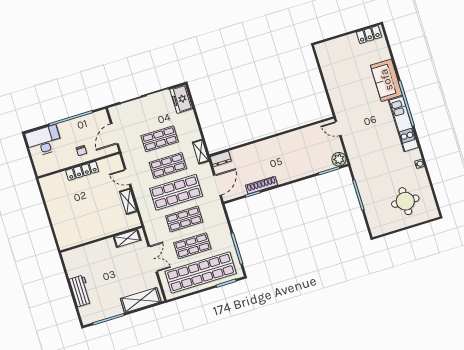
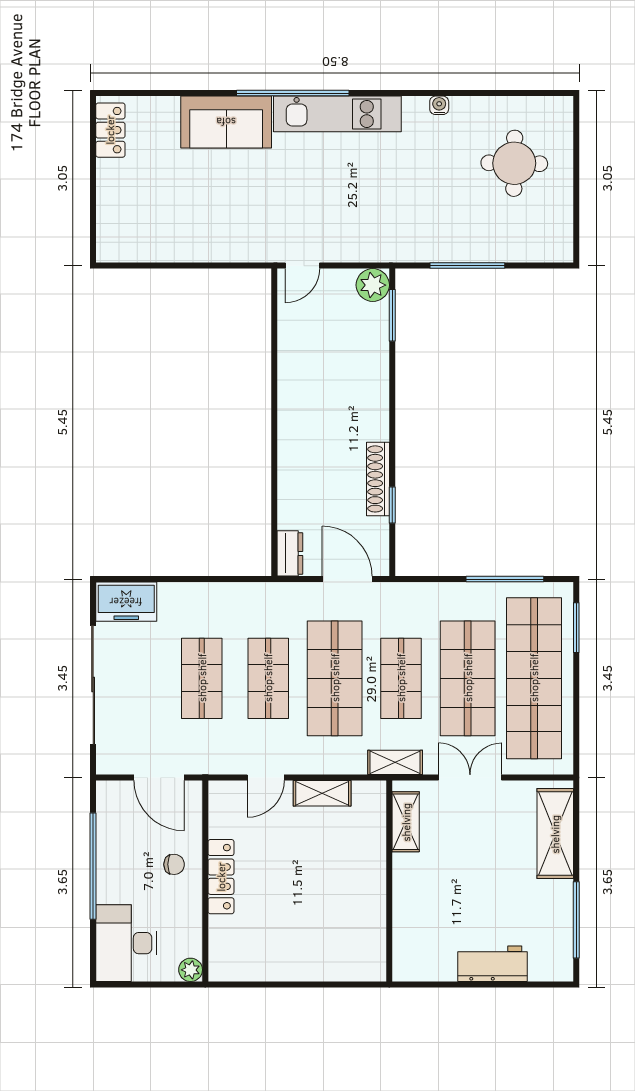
shelving: (201, 152) -> (395, 762), moved
plant: (41, 170) -> (191, 970), added
shop shelf: (192, 246) -> (468, 678), width x1.43, depth x1.36

